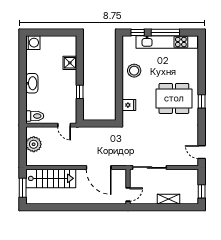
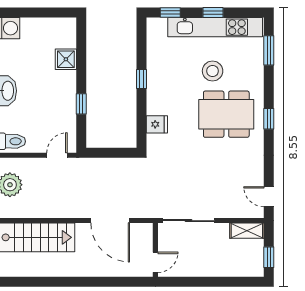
window: (165, 32) -> (213, 12), width x0.46
window: (202, 57) -> (269, 50), added
stool: (134, 71) -> (213, 71), moved
window: (119, 76) -> (142, 79), added
door: (64, 125) -> (57, 155), swing flipped
shelving: (169, 199) -> (247, 231), moved

